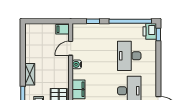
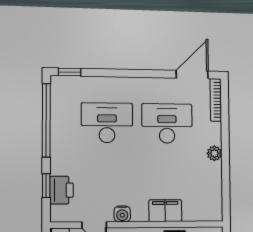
printer: (150, 31) -> (62, 190), moved, turned -90
desk: (129, 56) -> (107, 123), turned 180

